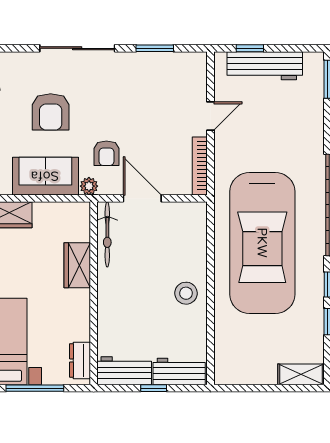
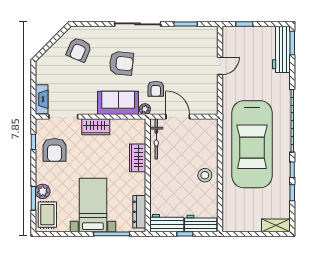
workbench: (265, 66) -> (281, 49), moved, turned 90
armchair: (51, 112) -> (121, 63), turned -84
bookcase: (200, 166) -> (213, 97), removed
dresser: (80, 360) -> (139, 212), width x1.44

